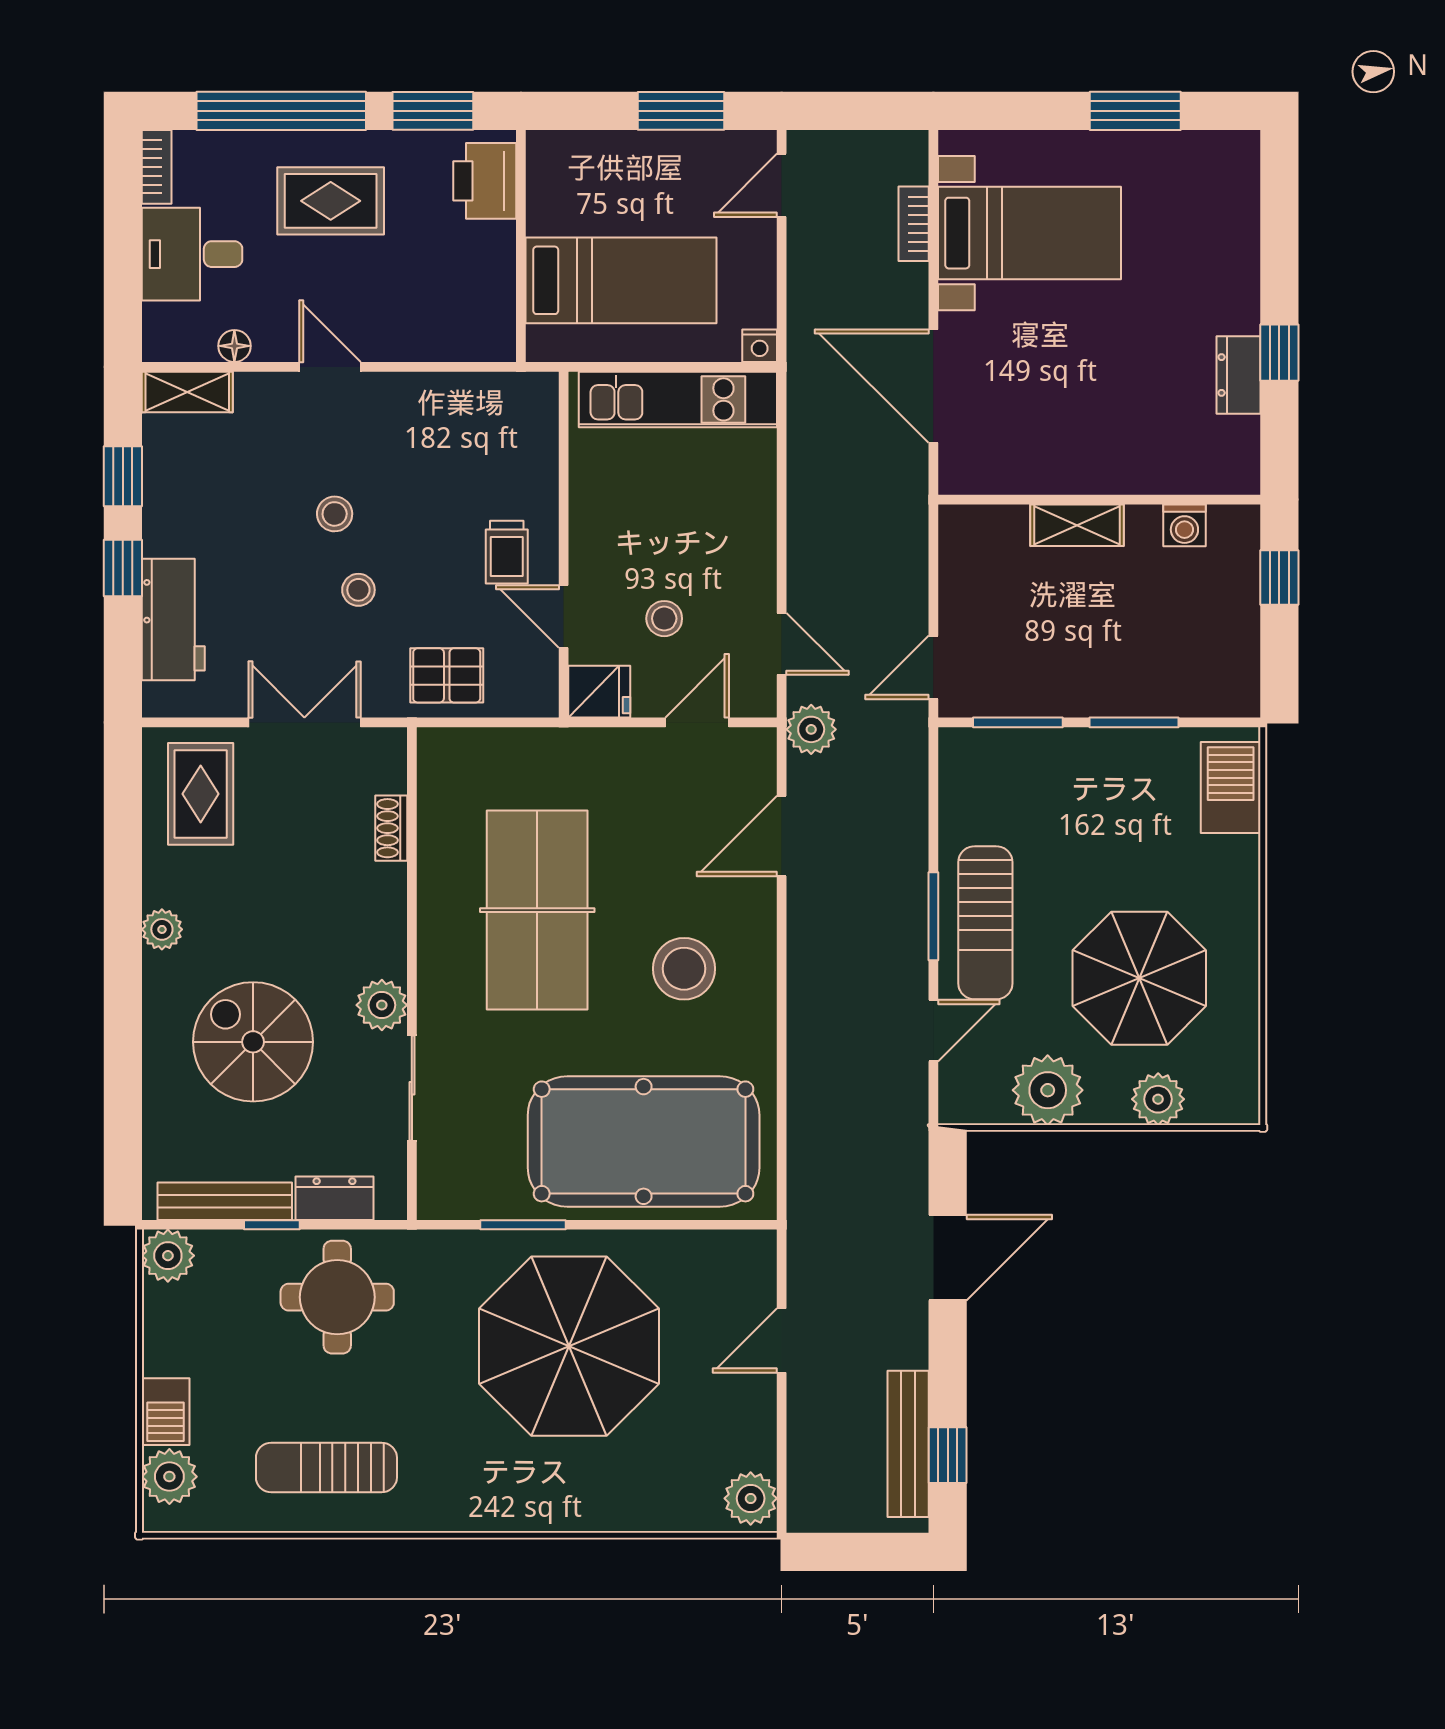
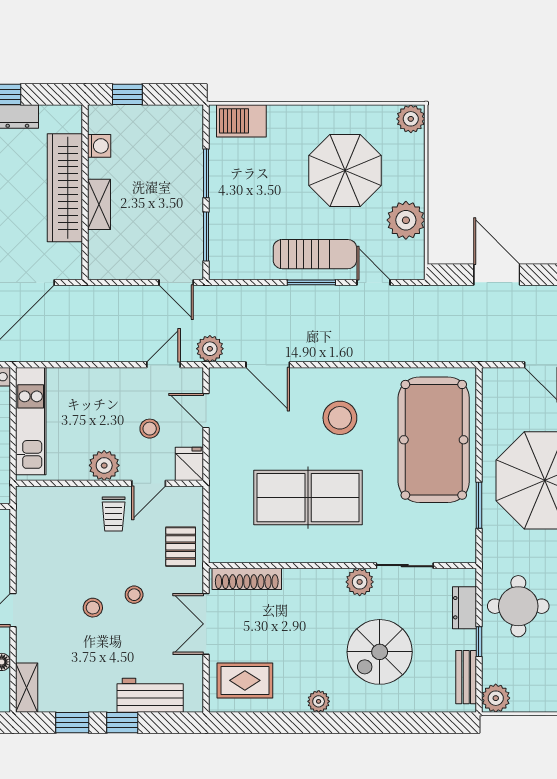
wardrobe: (1107, 463) -> (65, 188), added
plant: (596, 535) -> (104, 465), added
trolley: (507, 552) -> (114, 514), turned 90
shoe rack: (391, 828) -> (247, 579), width x1.94, depth x1.24
plant: (1158, 1099) -> (411, 119), moved
bench: (225, 1201) -> (466, 677), width x0.73

